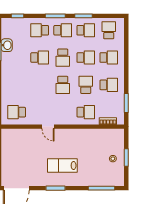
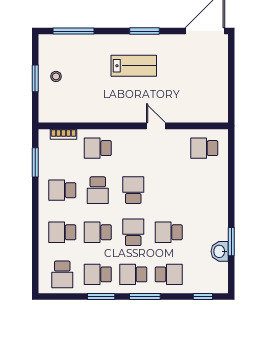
school desk: (17, 112) -> (204, 148), turned 180

